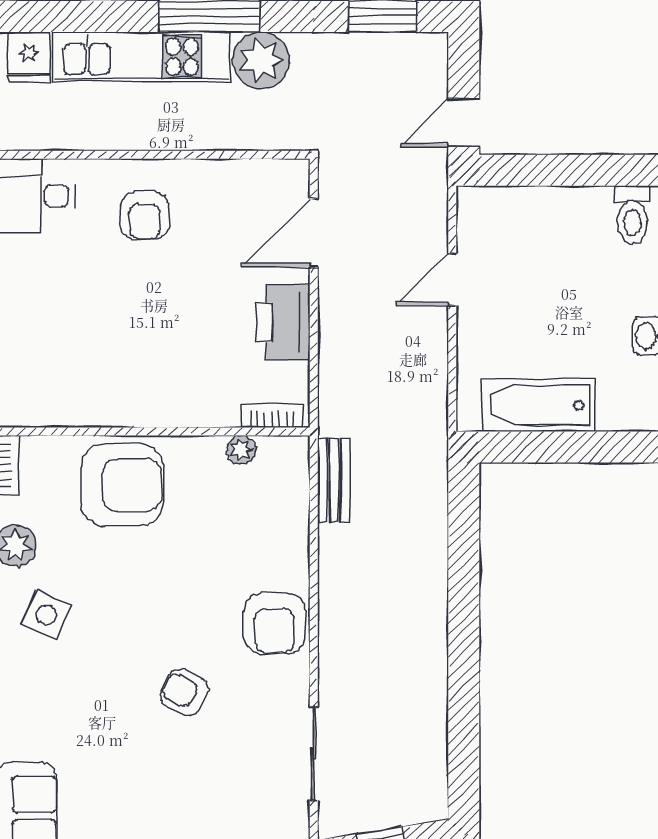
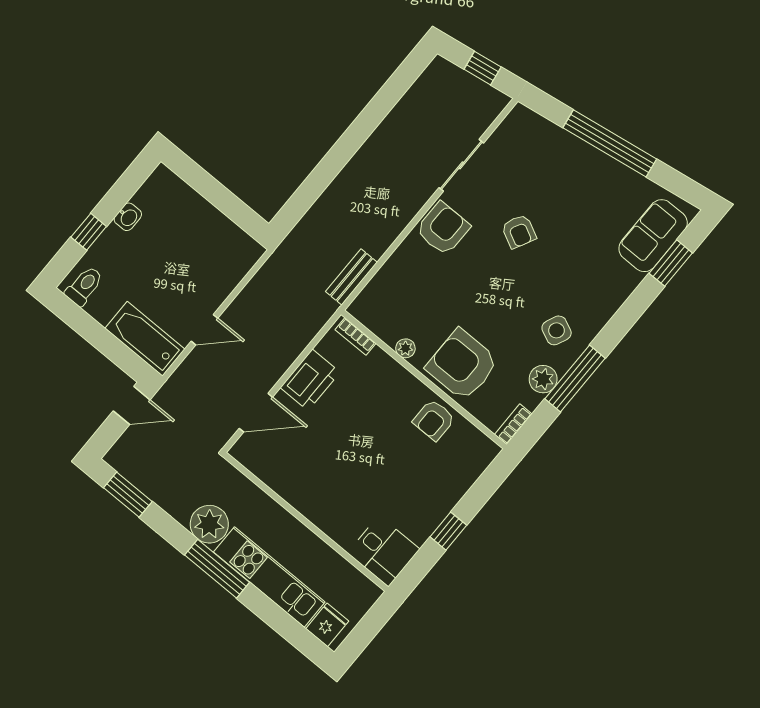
armchair: (145, 216) -> (434, 420), moved, turned 180
bathtub: (539, 405) -> (145, 339), moved, turned 180
plant: (241, 450) -> (405, 348), moved
sliding door: (314, 753) -> (461, 165), moved

